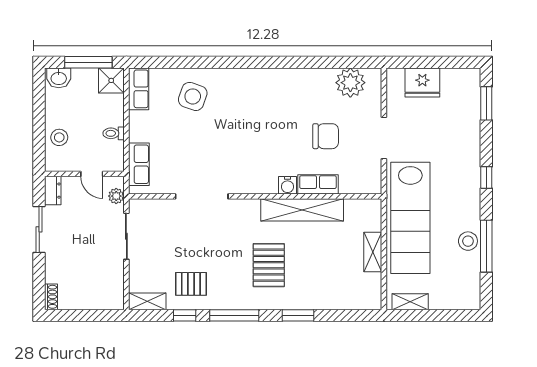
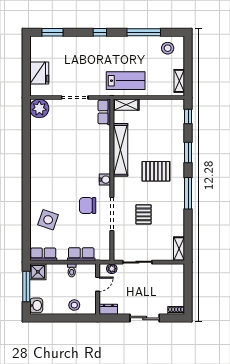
plant: (350, 83) -> (39, 108), moved
chair: (326, 136) -> (88, 206), moved, turned -90
row of seats: (139, 164) -> (81, 254), moved
row of seats: (318, 184) -> (104, 112), moved
water cooler: (288, 185) -> (105, 180), moved
lab bench: (410, 218) -> (126, 81), width x0.54, depth x0.72
sliding door: (39, 229) -> (145, 318), moved
stool: (468, 241) -> (168, 48), moved
shelving: (373, 252) -> (126, 105), moved
pallet: (191, 284) -> (143, 214), moved
window: (185, 315) -> (188, 117), moved

